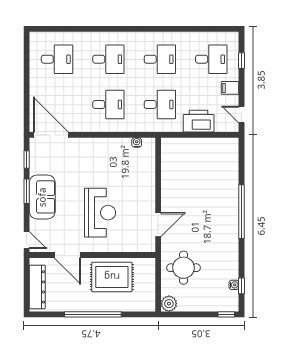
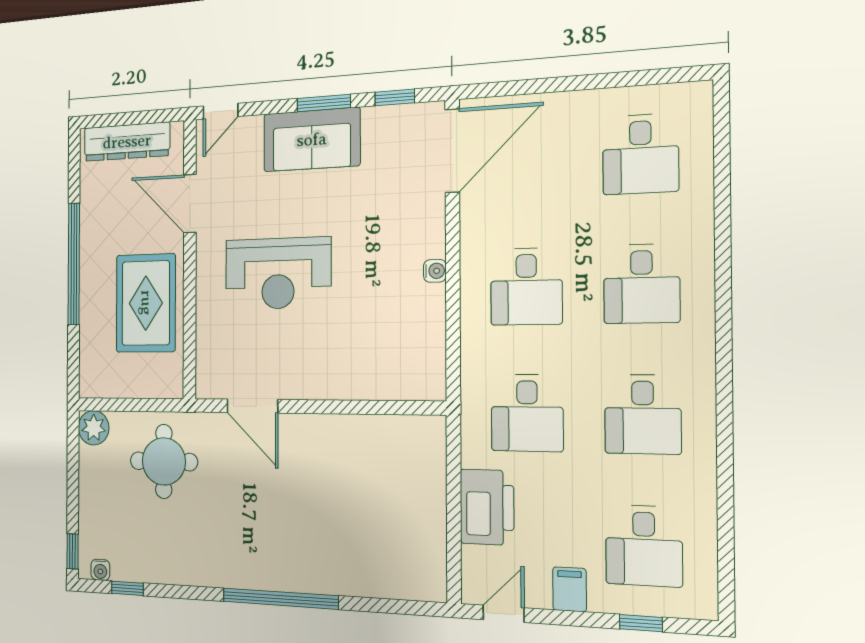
water cooler: (137, 142) -> (435, 271), moved
door: (67, 255) -> (190, 204), hinge flipped
water cooler: (234, 285) -> (100, 570), moved

